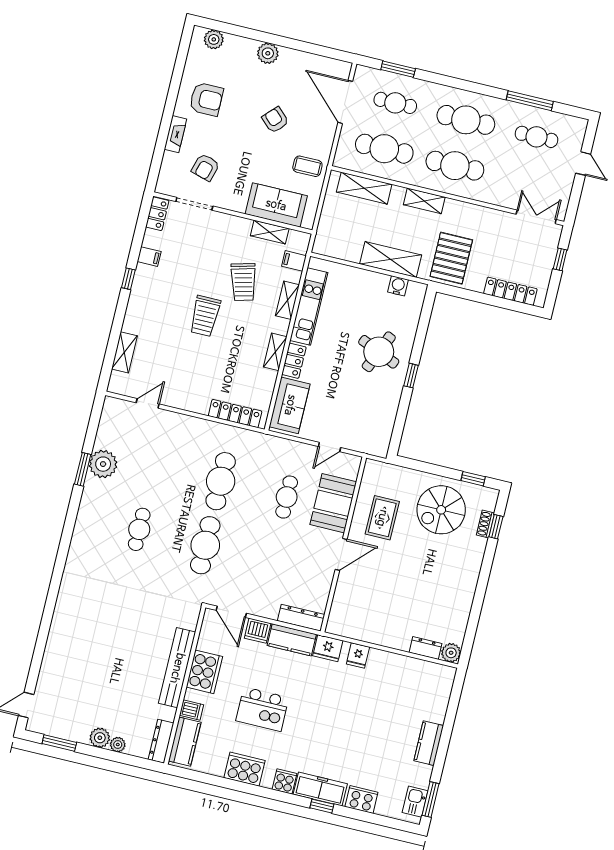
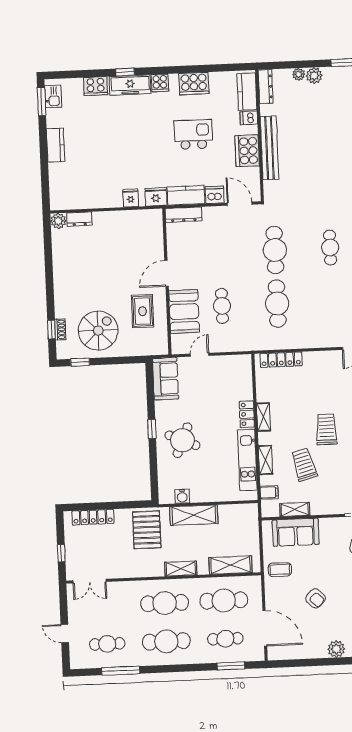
sofa: (290, 405) -> (166, 379), moved, turned 180

